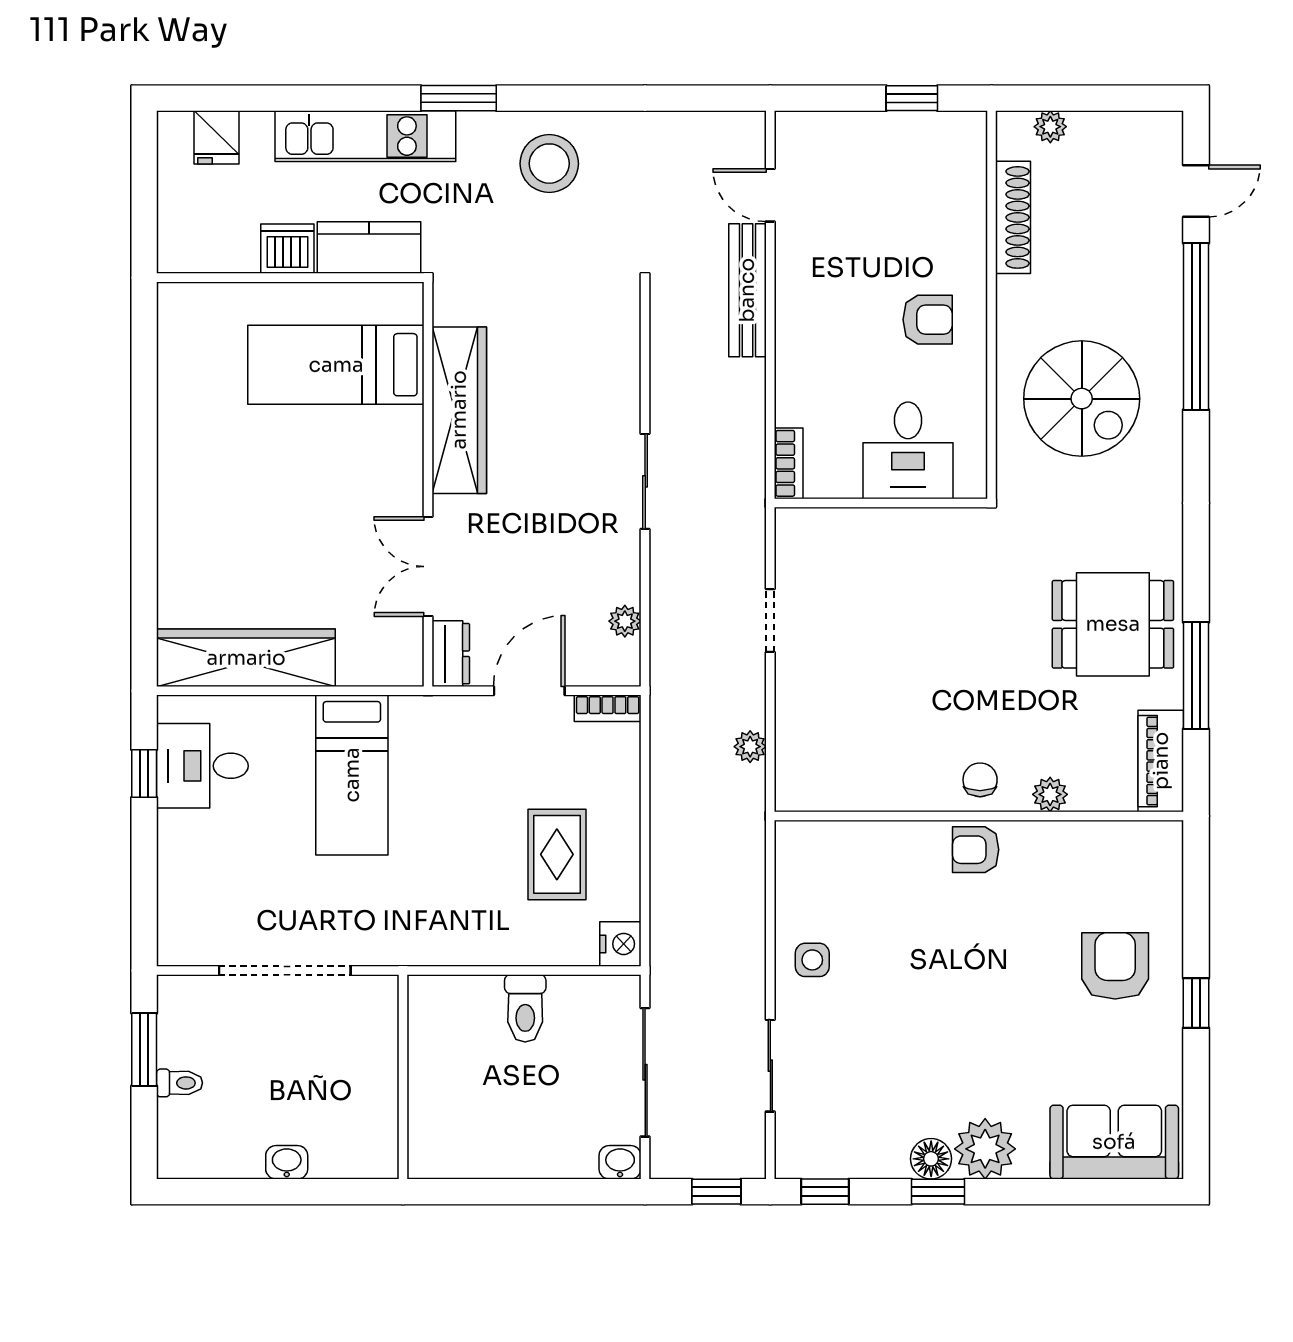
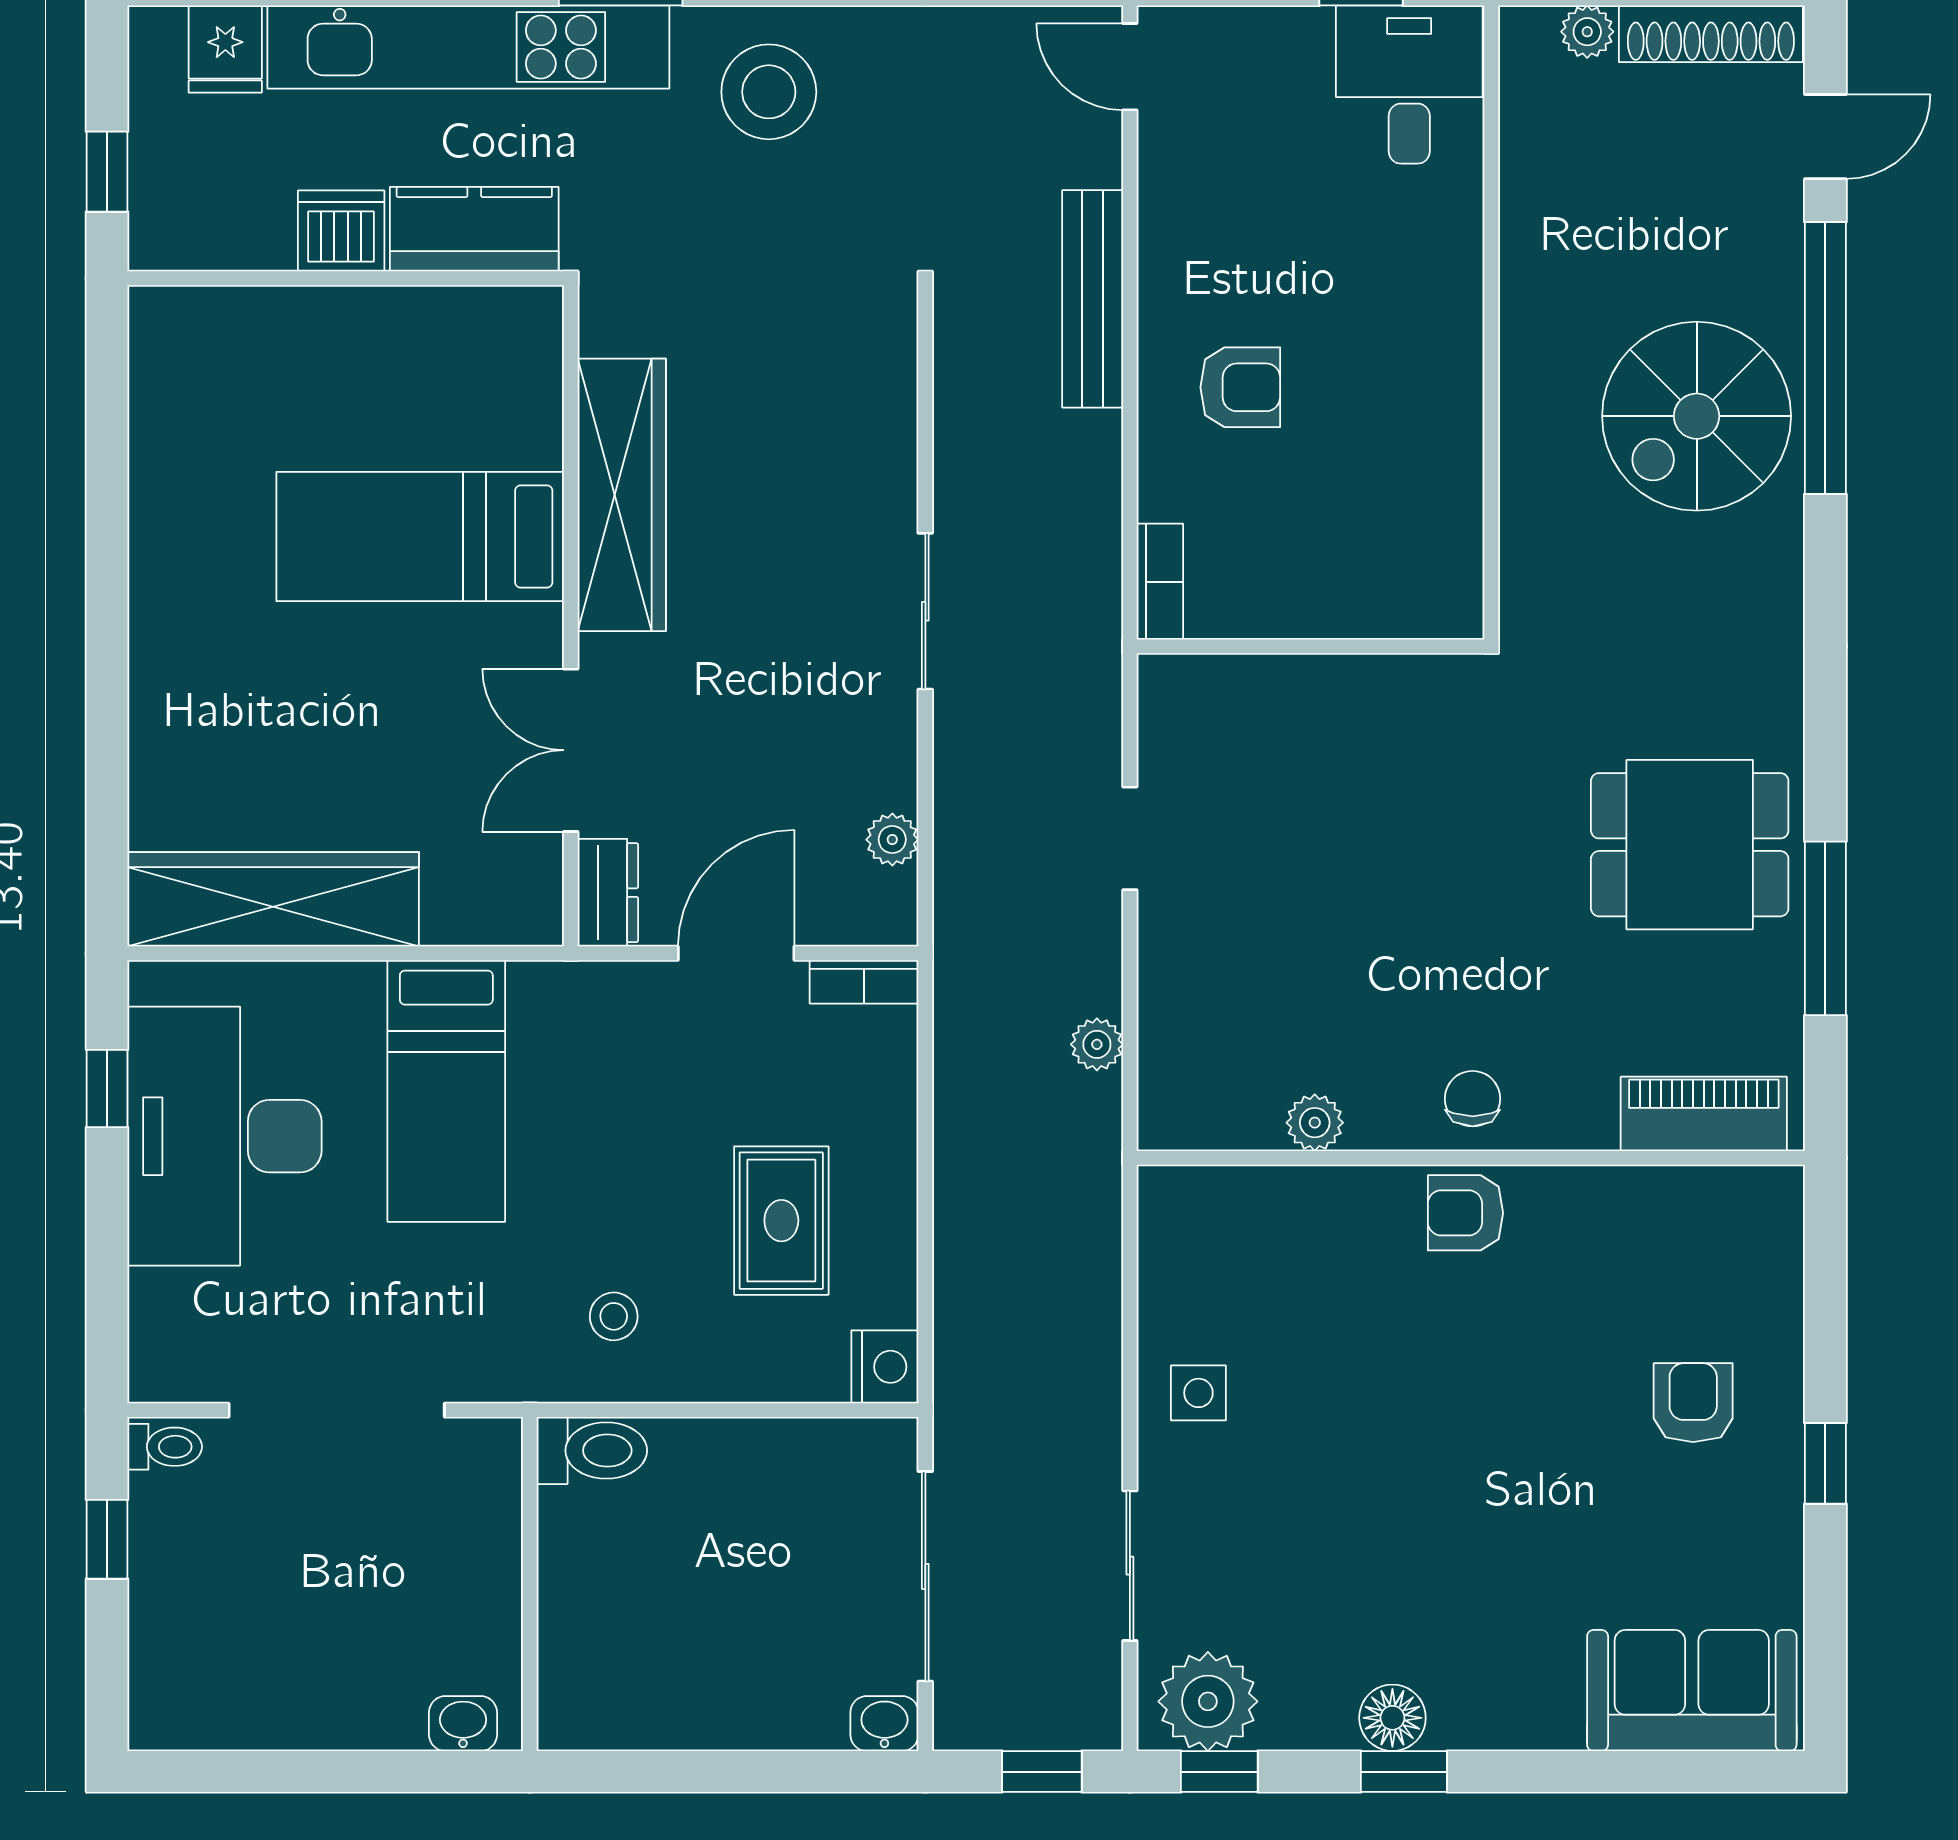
kitchen unit: (365, 136) -> (468, 47), width x1.36
door: (770, 195) -> (1130, 67), moved
window: (144, 212) -> (107, 172), added
shoe rack: (1013, 217) -> (1711, 34), moved, turned 90
armchair: (928, 320) -> (1240, 387), moved
bed: (336, 365) -> (420, 537), moved
spiral stairs: (1082, 399) -> (1697, 416), moved, turned 90
desk: (908, 450) -> (1409, 85), moved, turned 180
piano: (1161, 761) -> (1704, 1114), moved, turned 90
desk: (202, 766) -> (225, 1136), width x1.87, depth x1.30
plant: (1050, 794) -> (1315, 1123), moved
stool: (454, 913) -> (614, 1316), added
armchair: (1115, 966) -> (1693, 1403), width x0.72, depth x0.72
toilet: (525, 1008) -> (592, 1450), moved, turned -90
window: (144, 1049) -> (107, 1539), width x0.67
toilet: (180, 1083) -> (165, 1447), moved
plant: (985, 1149) -> (1208, 1701), moved
washbasin: (287, 1162) -> (463, 1724), moved

